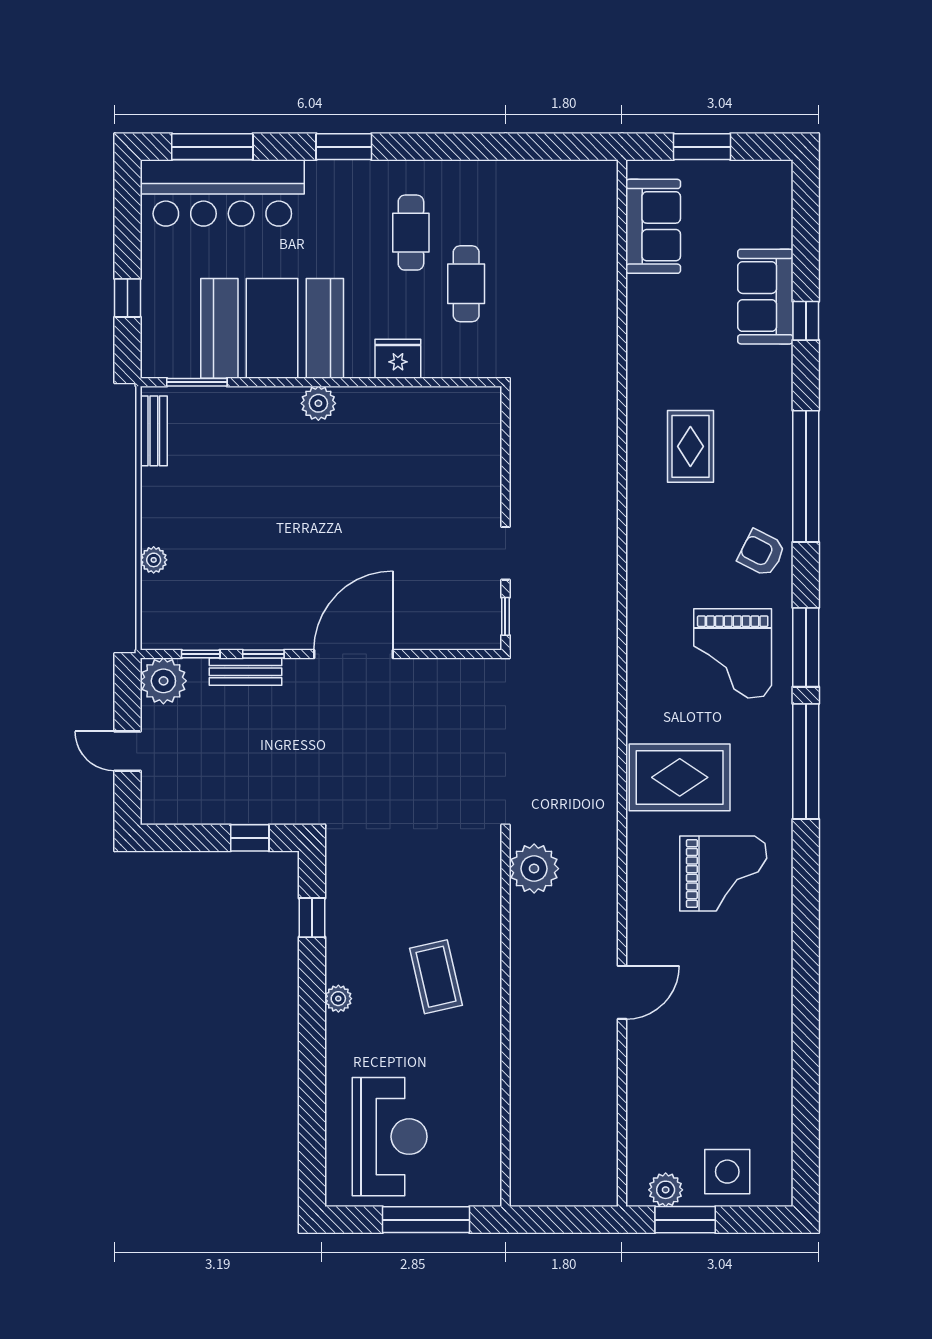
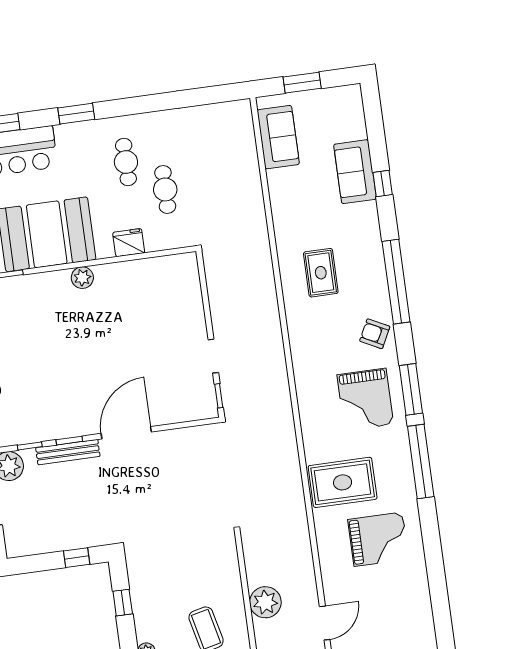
bench: (245, 672) -> (68, 452), width x1.36
plant: (534, 869) -> (265, 602), moved

